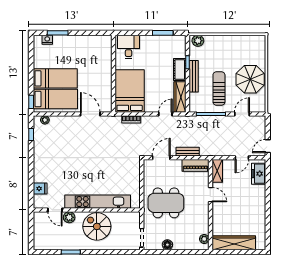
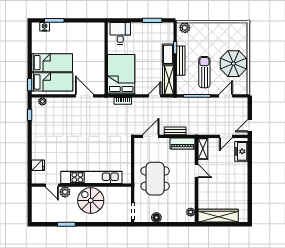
dining table: (166, 203) -> (155, 179), turned 90

